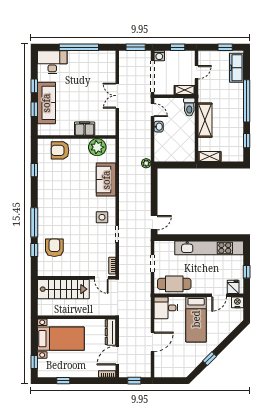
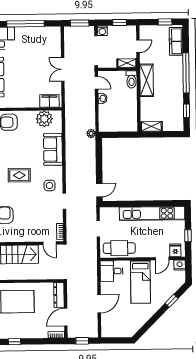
shelving: (205, 120) -> (147, 80), moved
filing cabinet: (85, 129) -> (49, 101), moved
rug: (70, 206) -> (19, 175), added
window: (210, 359) -> (172, 301), moved

